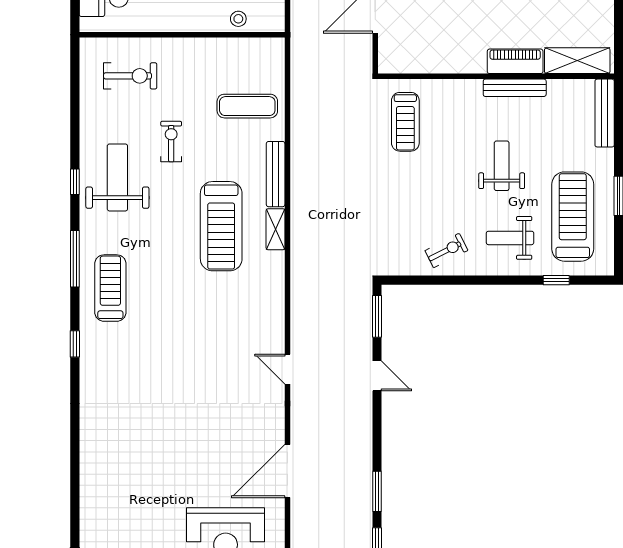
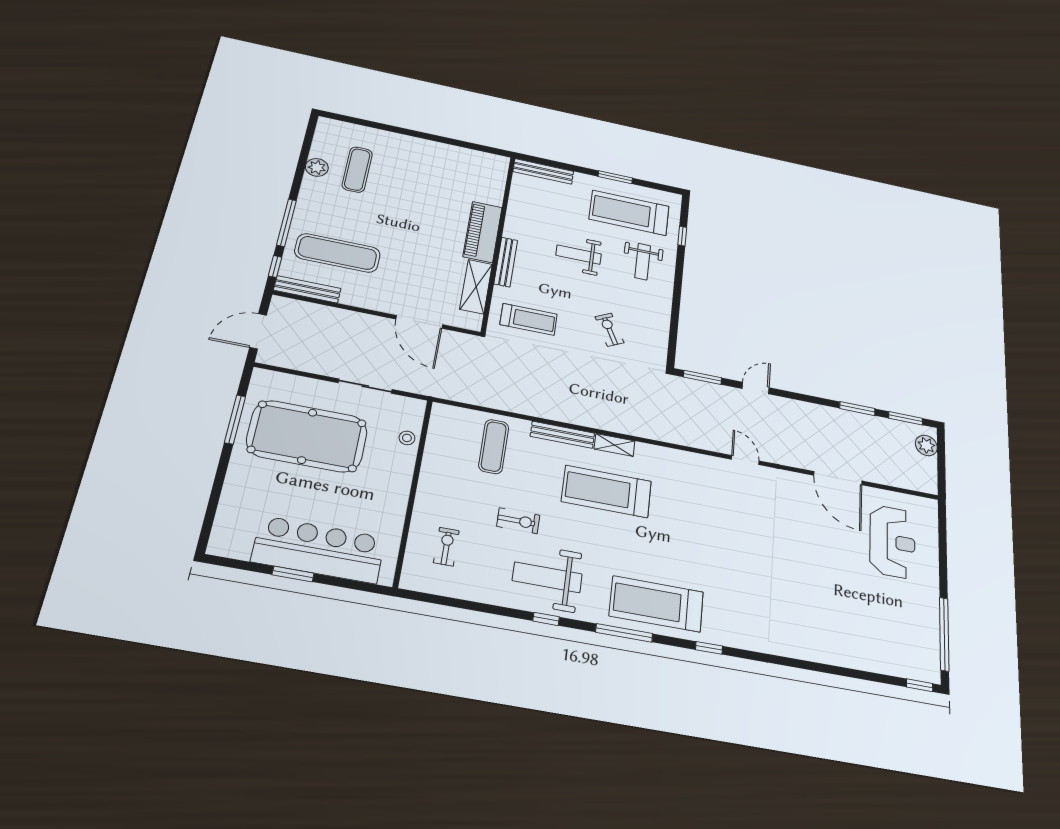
piano: (515, 61) -> (483, 232), width x1.37, depth x1.33
shelving: (577, 61) -> (476, 287), moved
exercise bike: (130, 76) -> (446, 547), width x0.73, depth x0.72
bench: (515, 88) -> (506, 262), moved
exercise bike: (171, 142) -> (518, 521), turned 180
treadmill: (221, 226) -> (606, 491), turned 180
exercise bike: (446, 250) -> (609, 330), moved
treadmill: (110, 288) -> (656, 604), width x1.37, depth x1.38
door: (287, 369) -> (745, 460), swing flipped

